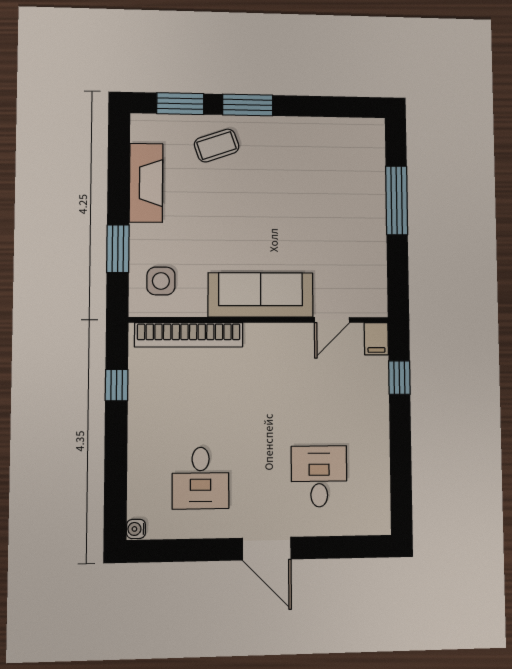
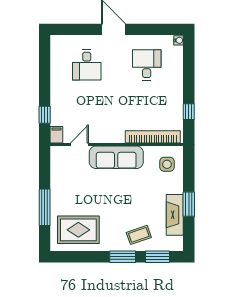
rug: (332, 157) -> (78, 230), added
window: (118, 249) -> (189, 204), moved

